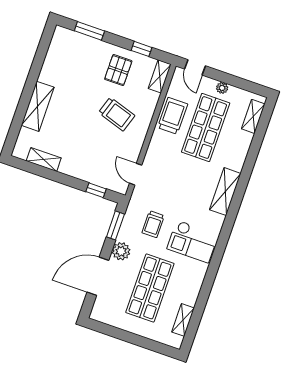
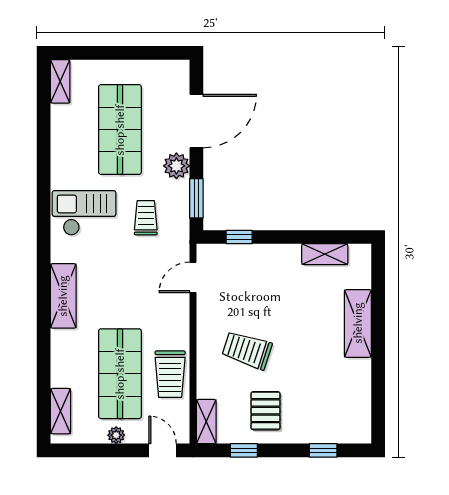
window: (89, 31) -> (323, 450), width x0.67
door: (136, 174) -> (193, 277), swing flipped
shelving: (183, 320) -> (60, 81), moved

